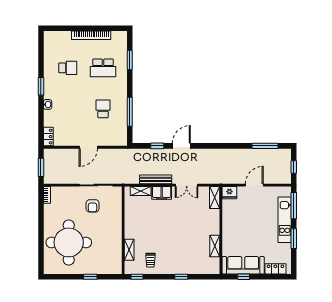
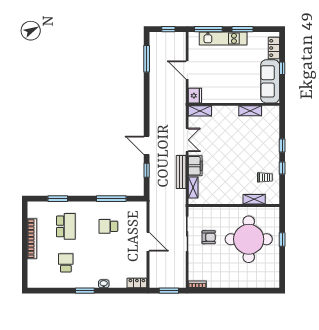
round table: (69, 242) -> (249, 239), moved
window: (137, 277) -> (282, 168), moved
window: (244, 277) -> (282, 68), moved

